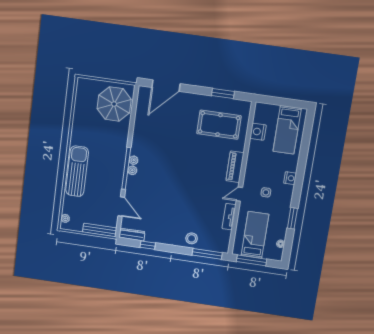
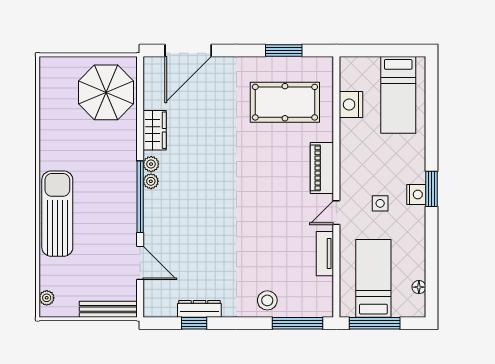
wardrobe: (140, 131) -> (155, 130), added
plant: (132, 170) -> (151, 164), moved
nightstand: (290, 178) -> (416, 194), moved
window: (292, 218) -> (431, 189), moved
dresser: (132, 235) -> (199, 309), moved

